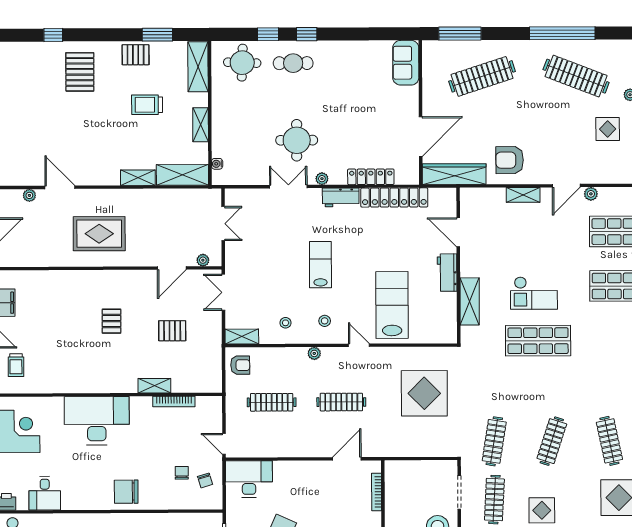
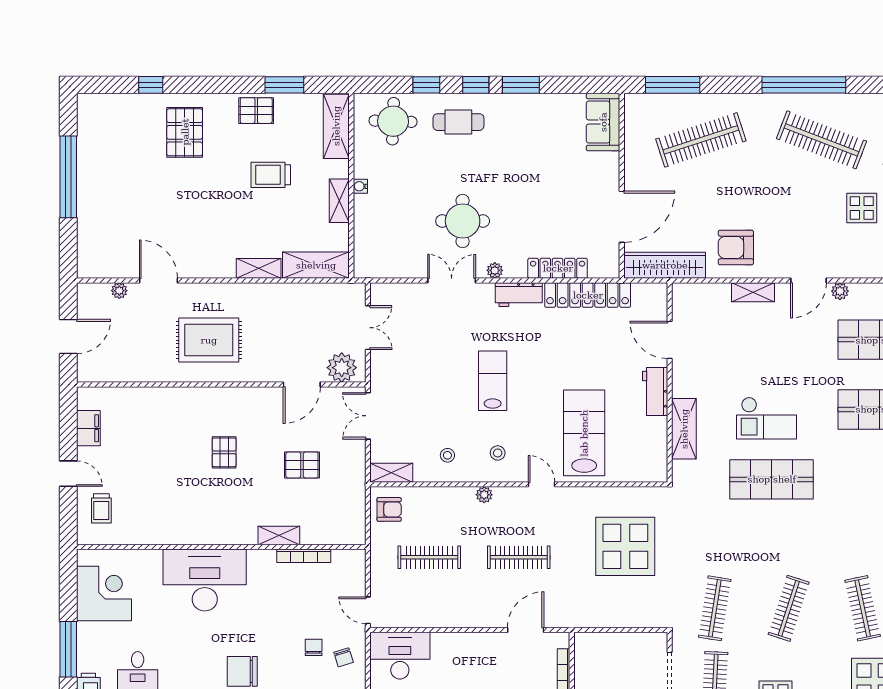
window: (342, 34) -> (521, 85), added
water cooler: (217, 164) -> (360, 186), moved
plant: (203, 260) -> (342, 368), width x1.87, depth x1.87

